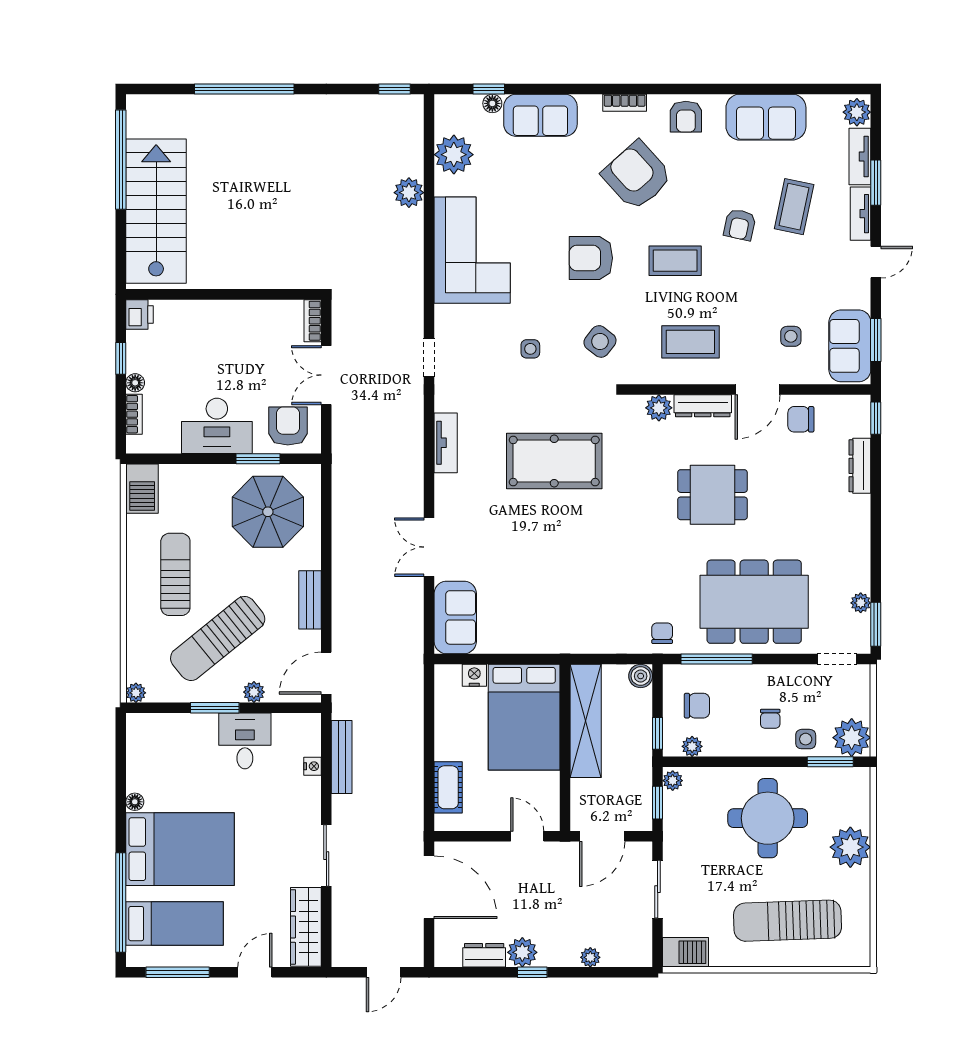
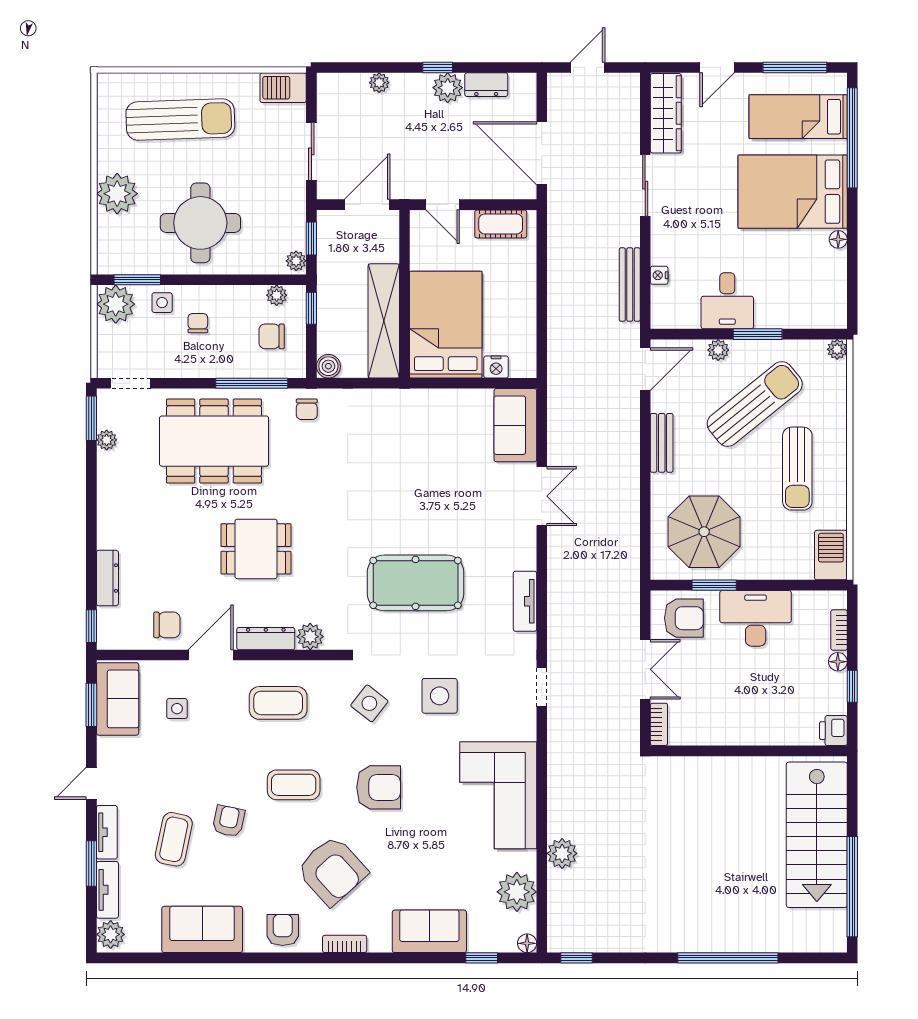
floor lamp: (492, 103) -> (527, 943), moved
side table: (530, 349) -> (440, 696), width x1.87, depth x1.87
armchair: (288, 426) -> (684, 618), turned -90
cot: (448, 787) -> (501, 224), moved, turned 90

